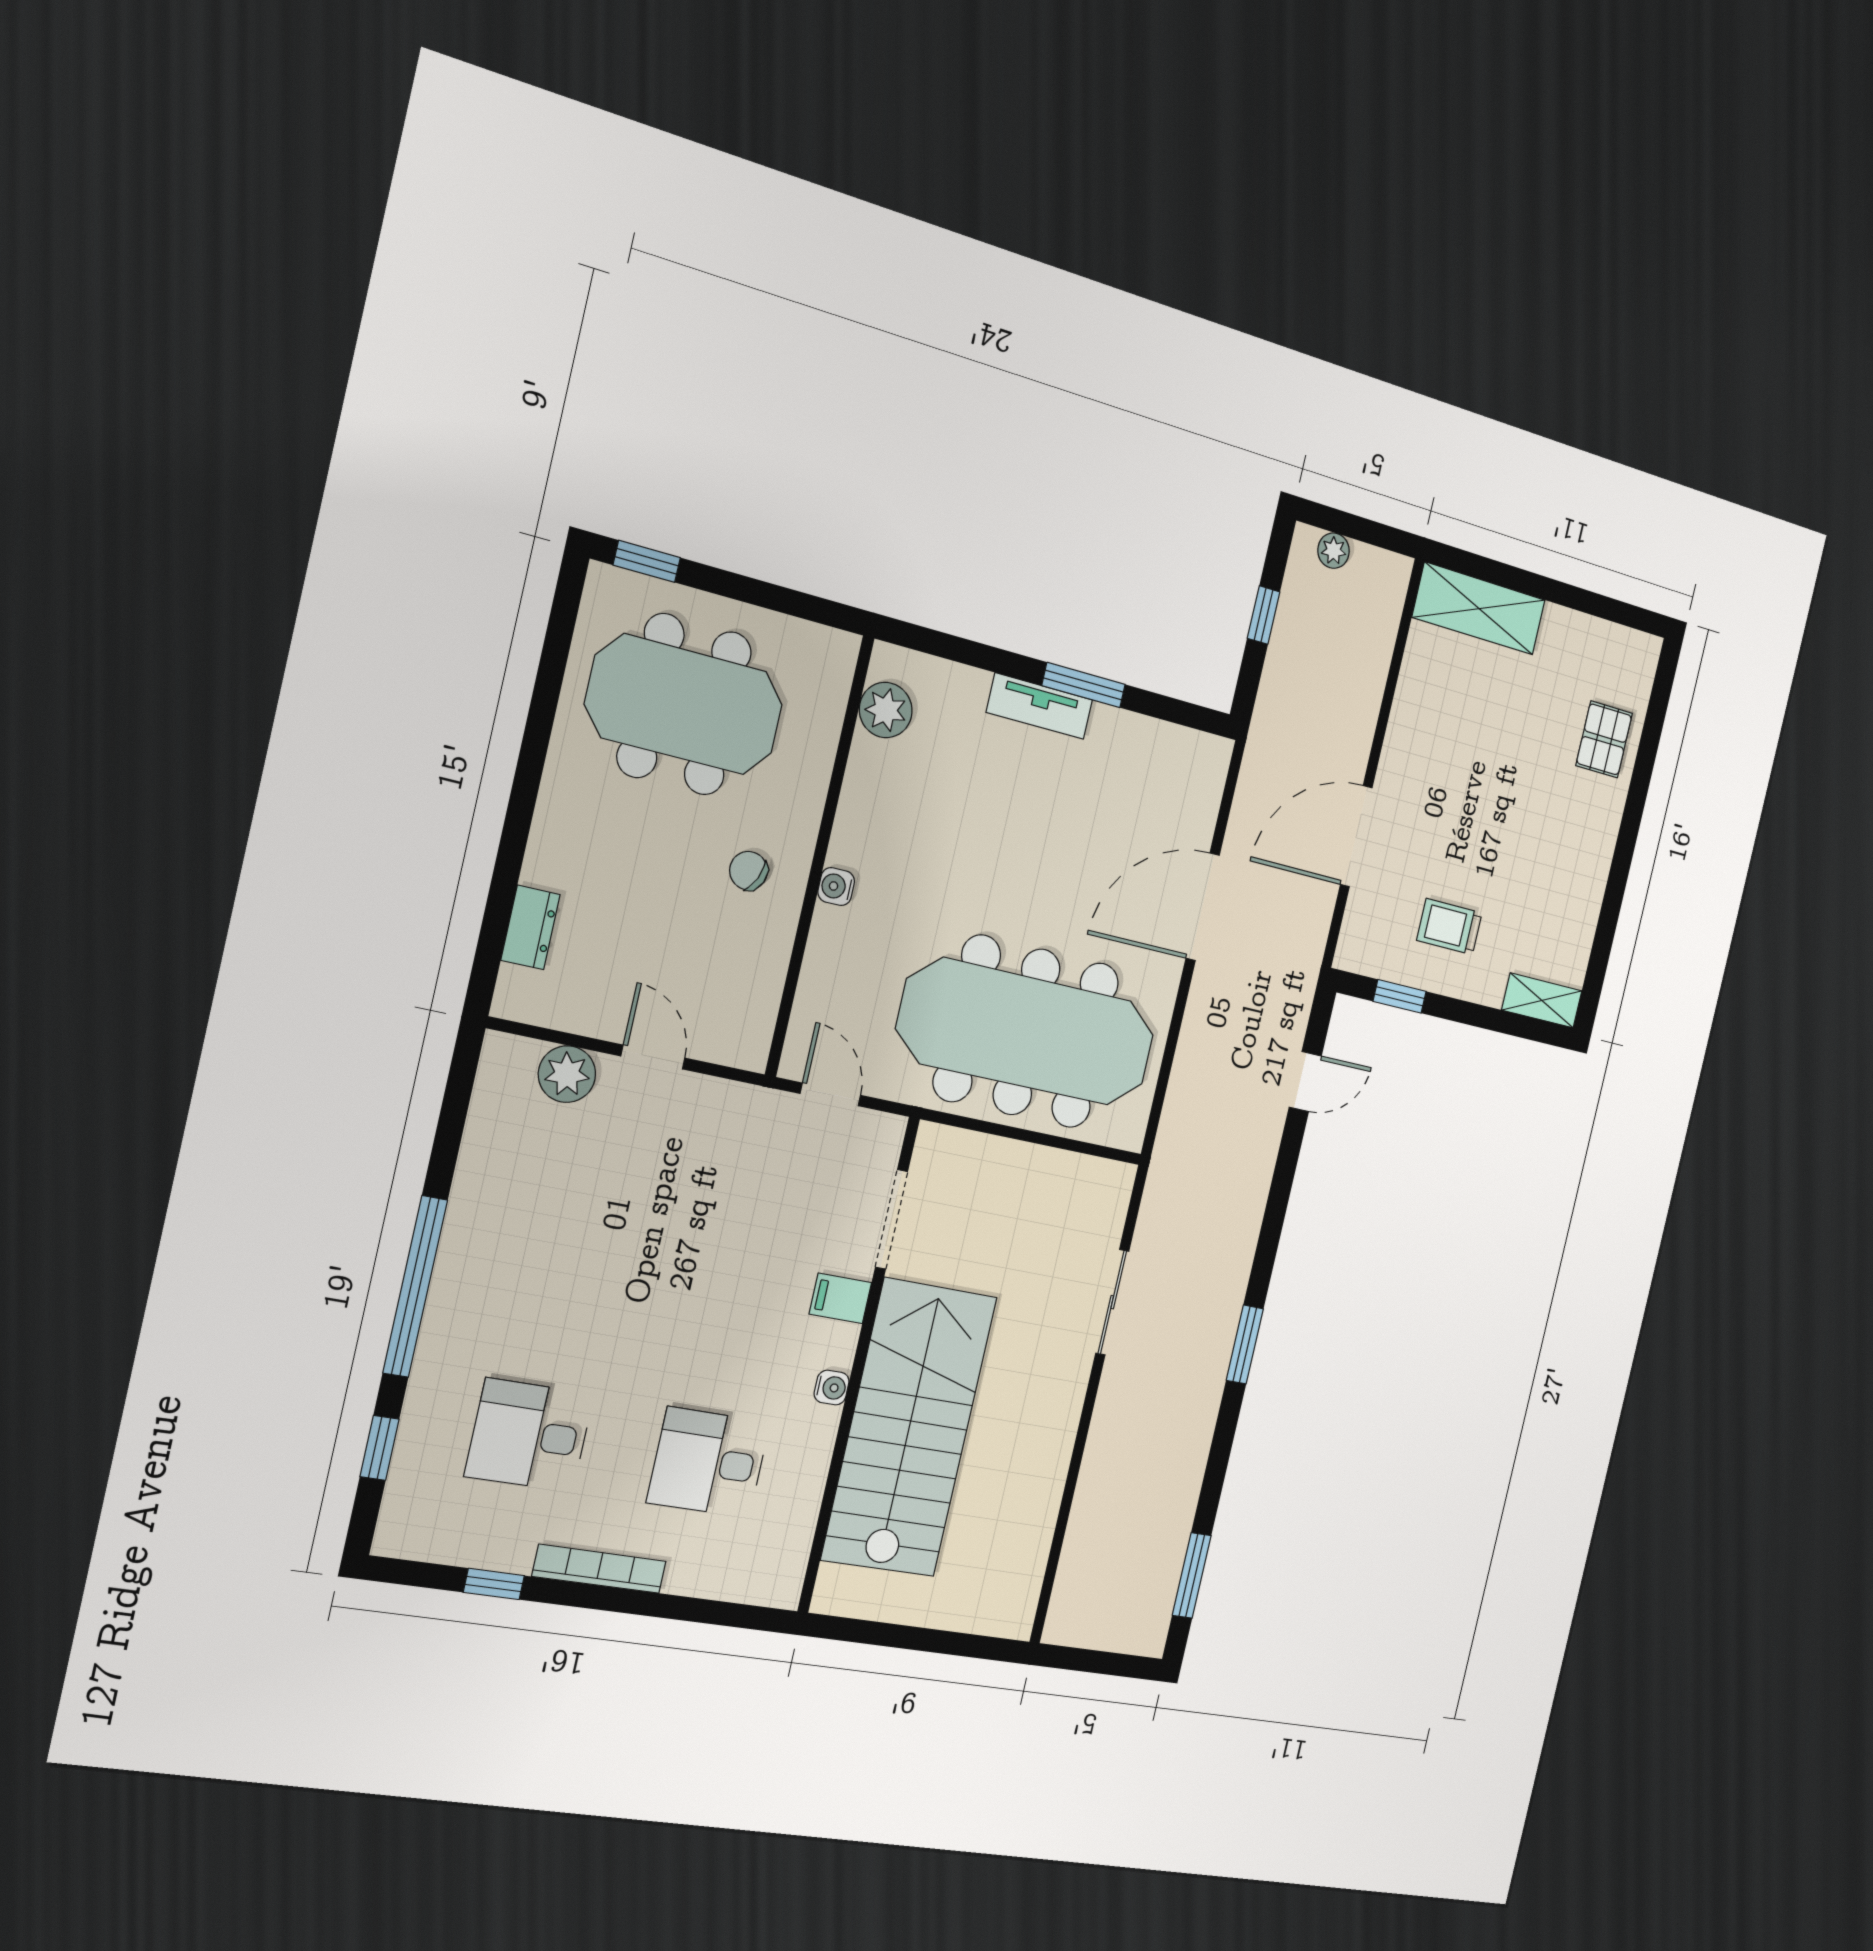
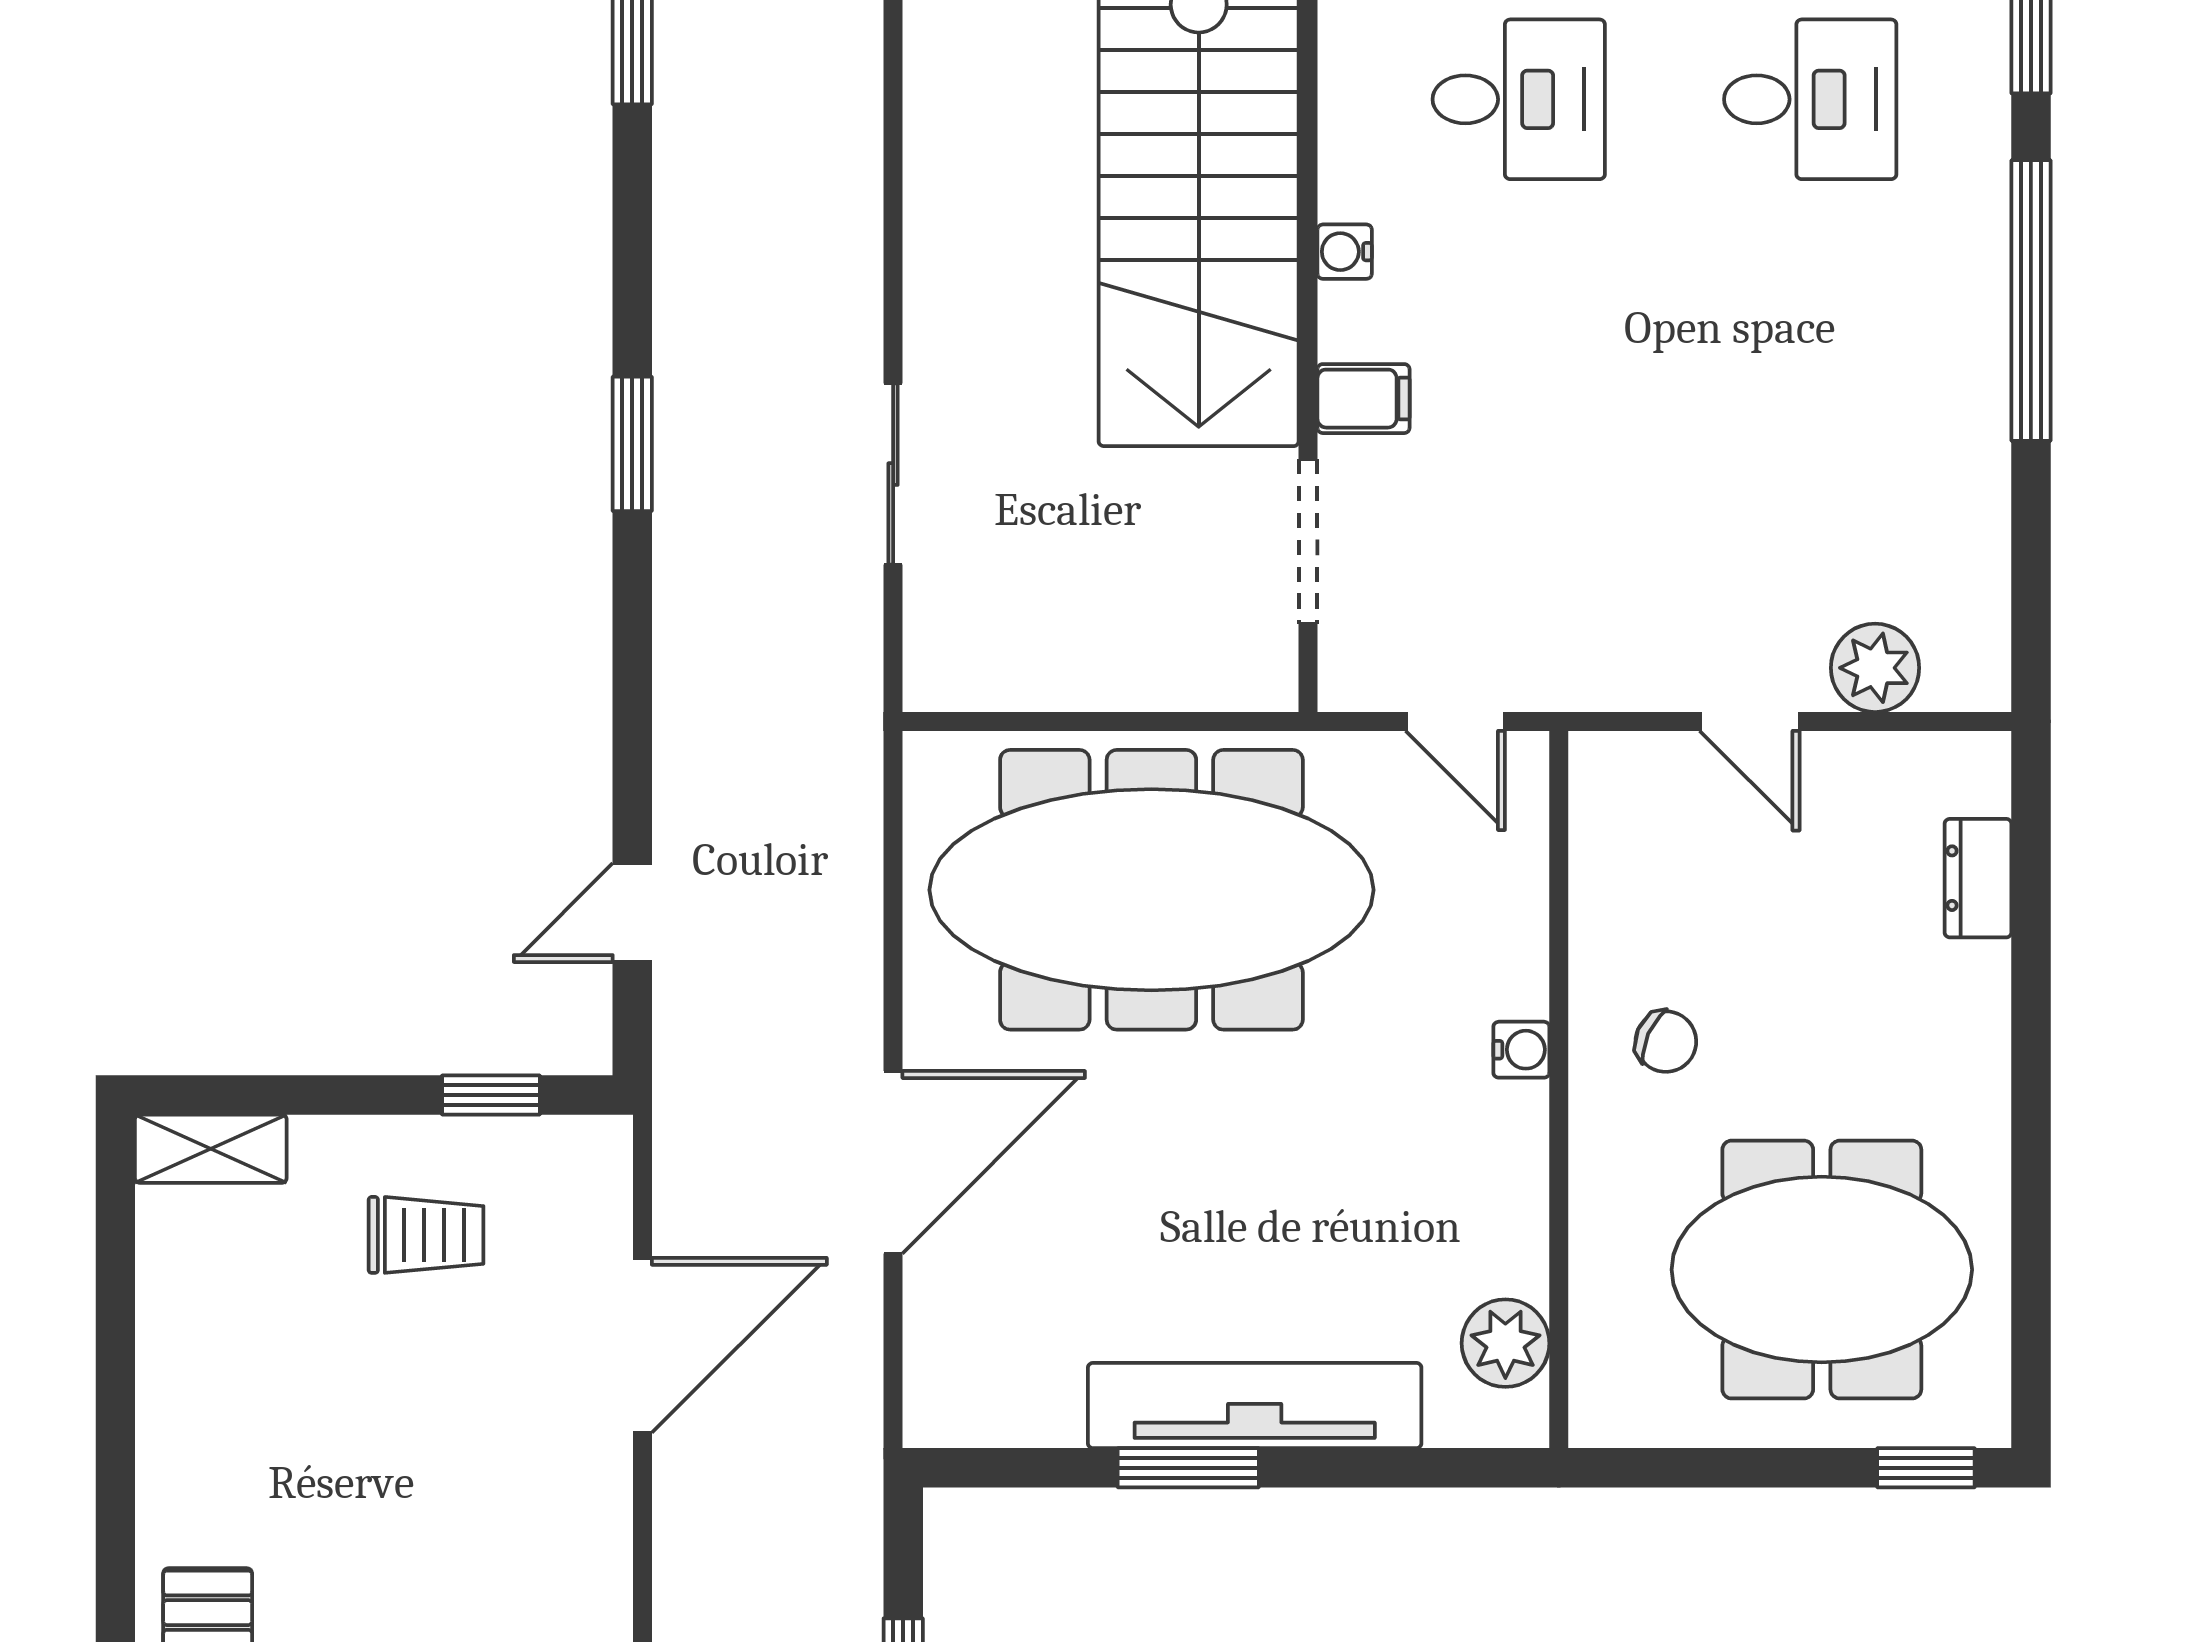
tv unit: (1039, 706) -> (1255, 1406), width x1.92, depth x1.29

